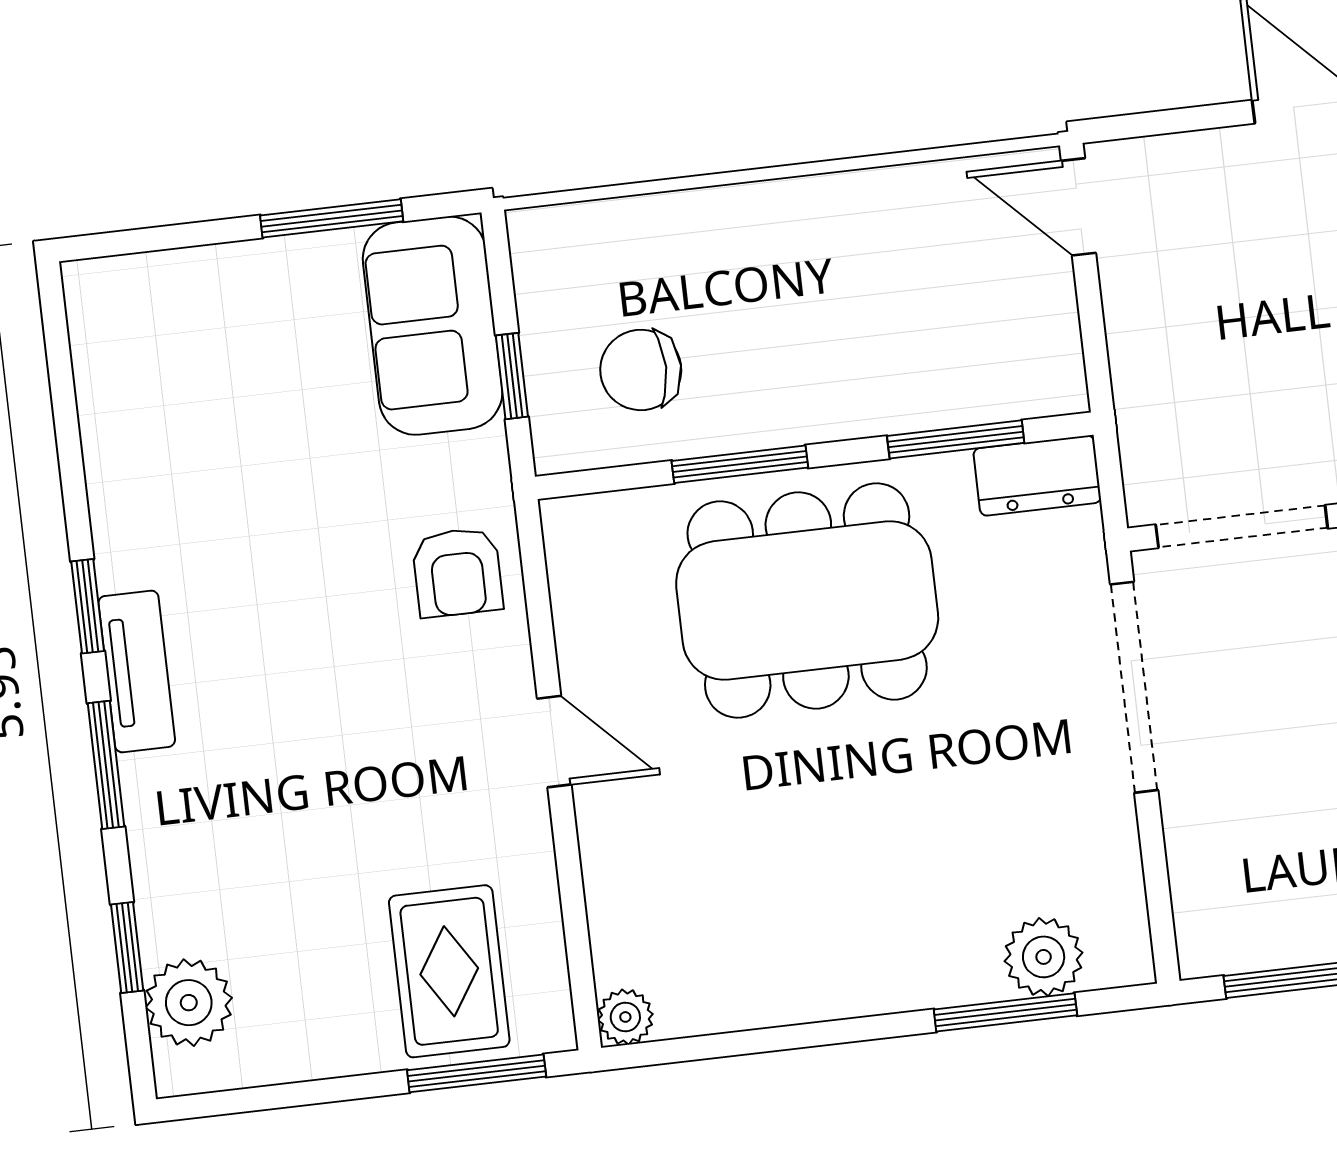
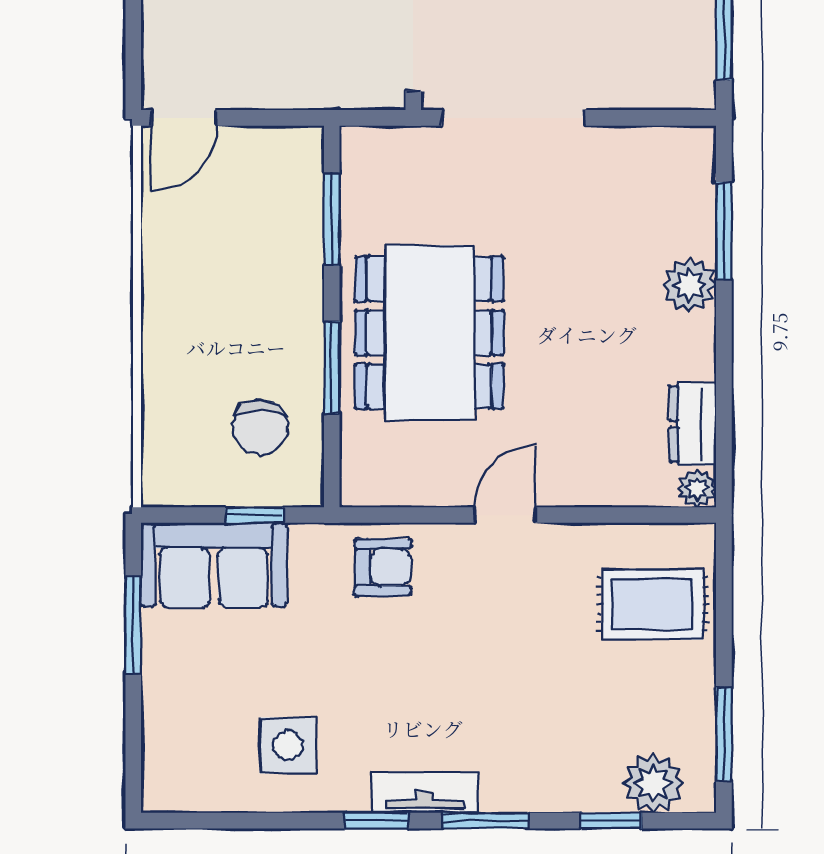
side table: (182, 464) -> (288, 745), added
dresser: (1037, 476) -> (693, 424), moved, turned 180
plant: (1044, 957) -> (689, 285), moved
window: (477, 1073) -> (724, 735), moved

